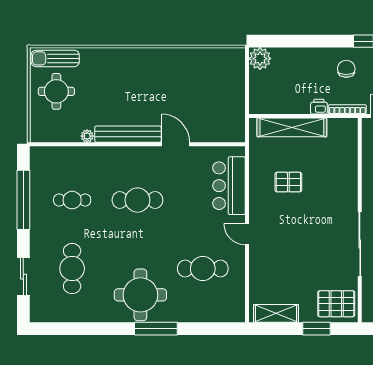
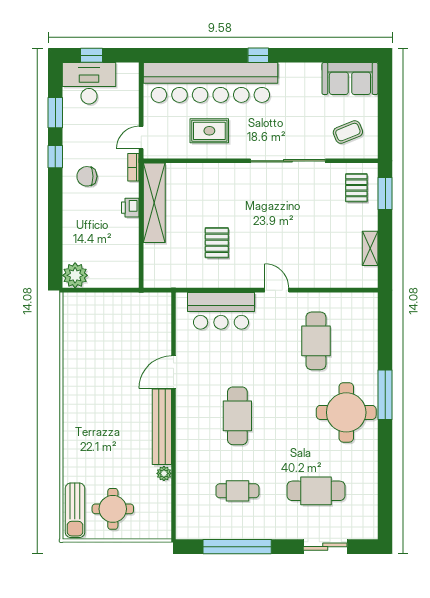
bookcase: (347, 109) -> (133, 167), width x0.64
shelving: (292, 127) -> (154, 203), moved
cafe table: (72, 200) -> (237, 491), turned 90
door: (247, 234) -> (277, 290), swing flipped
pallet: (336, 304) -> (356, 188), width x0.67, depth x0.71
shelving: (276, 313) -> (370, 248), width x0.67, depth x0.75
window: (316, 329) -> (385, 193), moved

